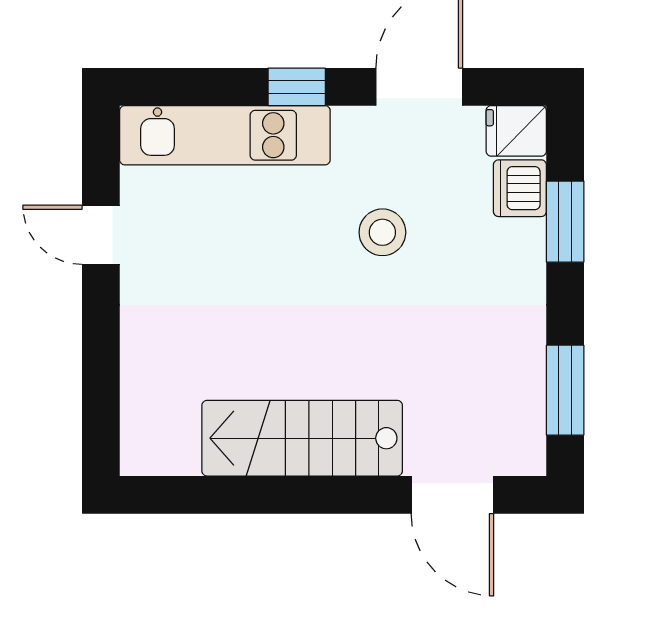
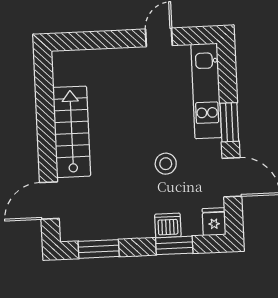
window: (297, 87) -> (229, 122), width x1.50
dishwasher: (520, 188) -> (168, 225), moved

